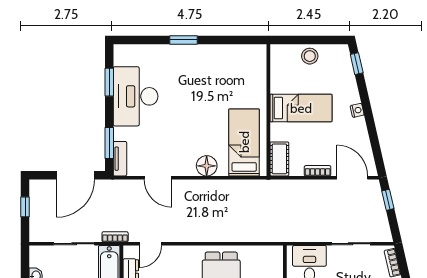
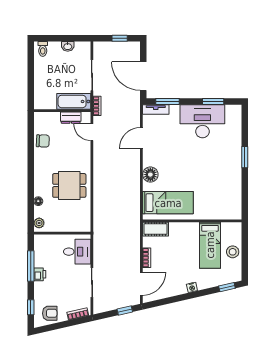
bed: (301, 108) -> (210, 245), moved

